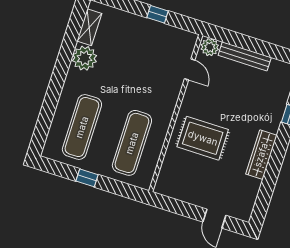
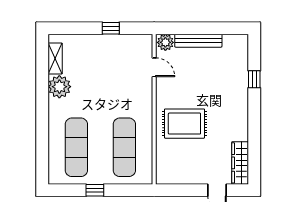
wardrobe: (261, 155) -> (240, 163), moved

